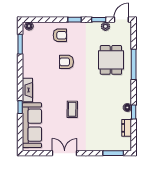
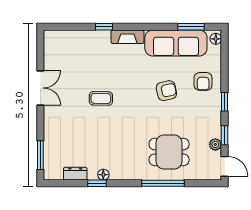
armchair: (66, 62) -> (166, 91), turned 78
sofa: (32, 125) -> (176, 43), moved

